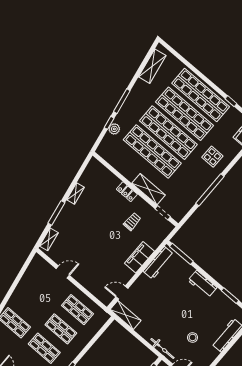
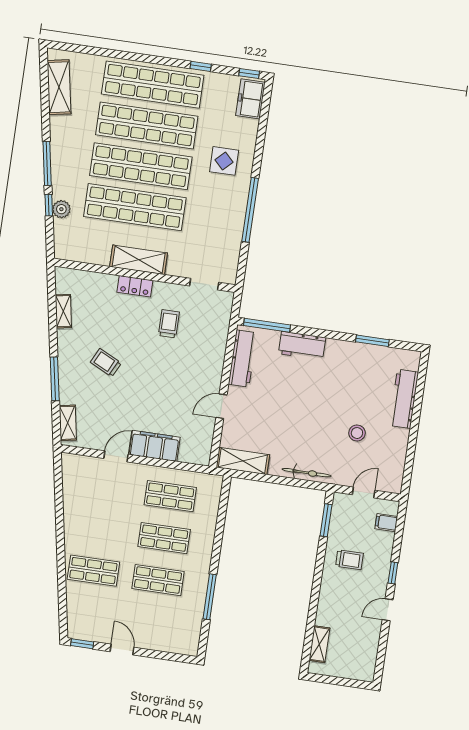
shelving: (149, 189) -> (139, 260), moved
shelving: (75, 194) -> (63, 311), moved
trolley: (88, 221) -> (106, 363), added
filing cabinet: (139, 257) -> (155, 446), moved, turned 90
workbench: (202, 284) -> (302, 346), moved
door: (122, 293) -> (221, 406), moved
bicycle: (162, 348) -> (307, 473), moved

